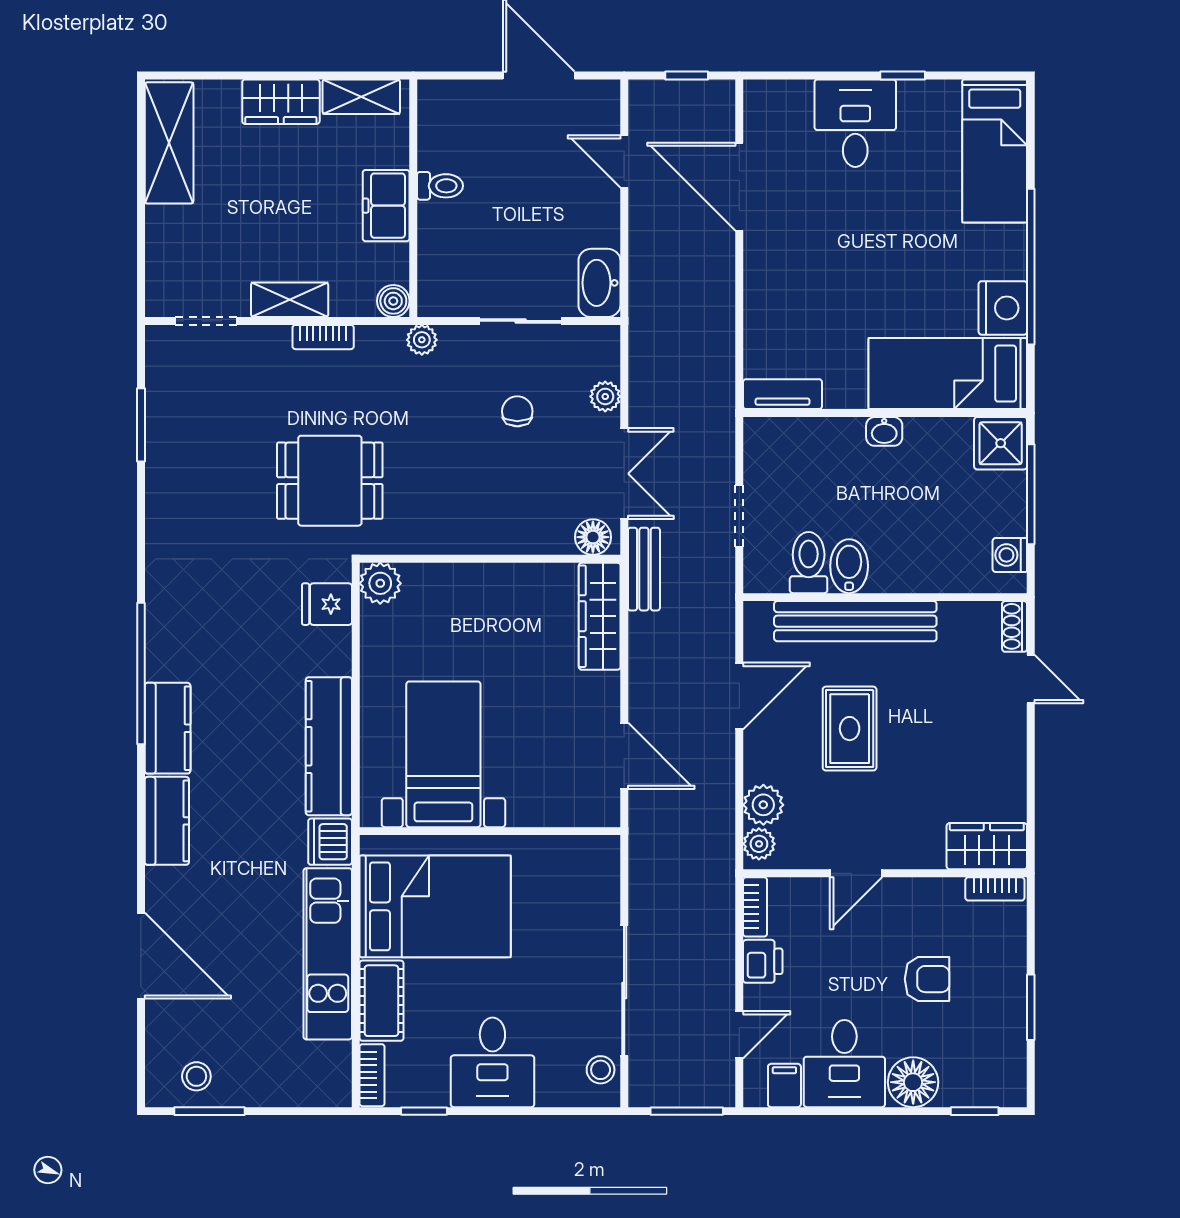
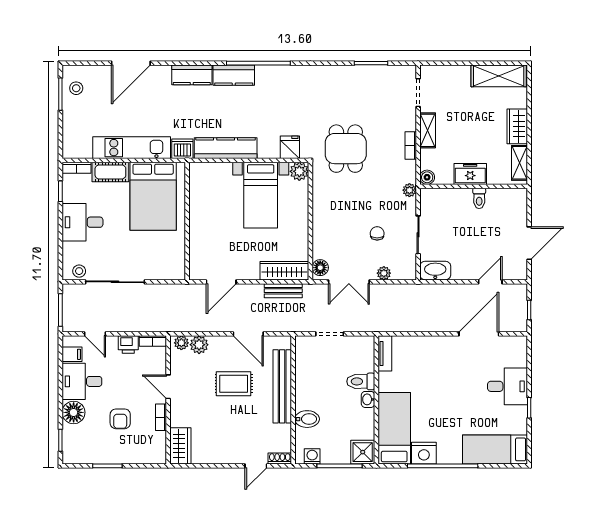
chair: (517, 411) -> (377, 233), turned -90
toilet: (809, 563) -> (361, 381), moved, turned 180
bidet: (849, 566) -> (307, 419), moved
bench: (644, 569) -> (283, 291), moved
bed with nightstands: (443, 754) -> (261, 195), moved, turned 90
bookcase: (995, 889) -> (161, 417), moved

